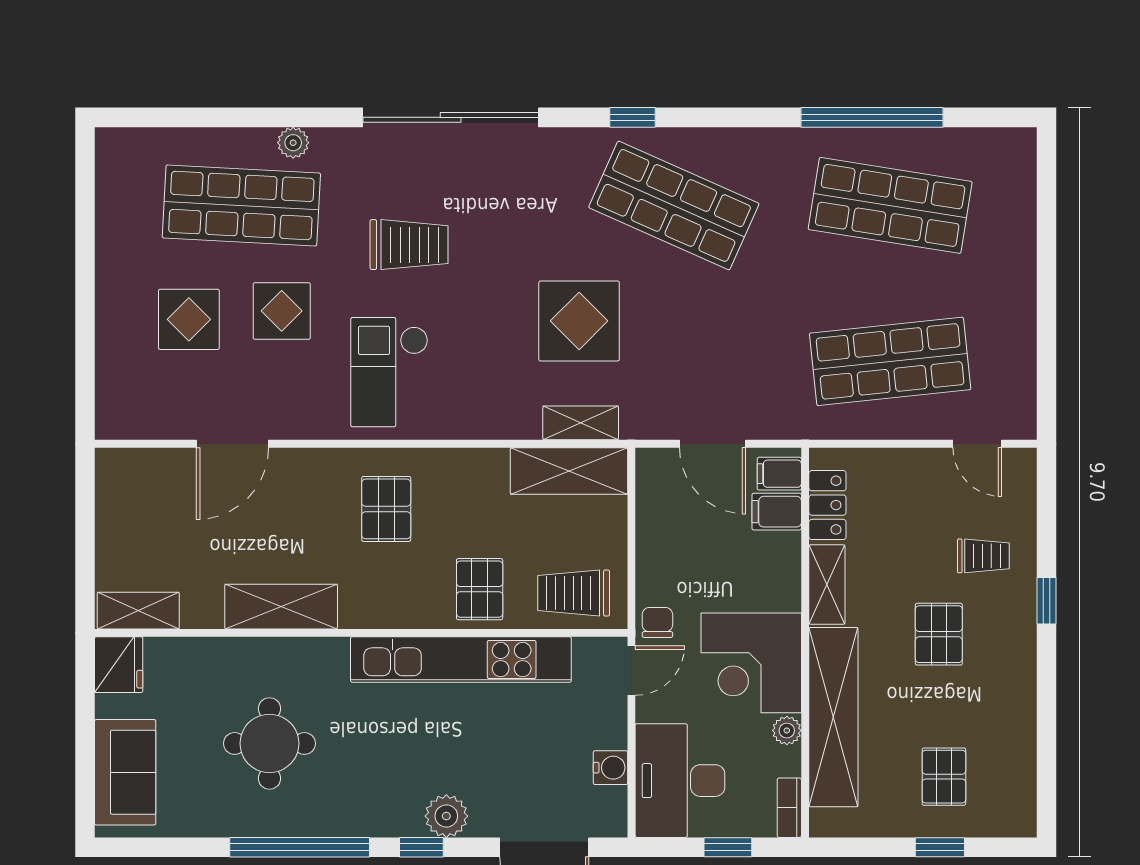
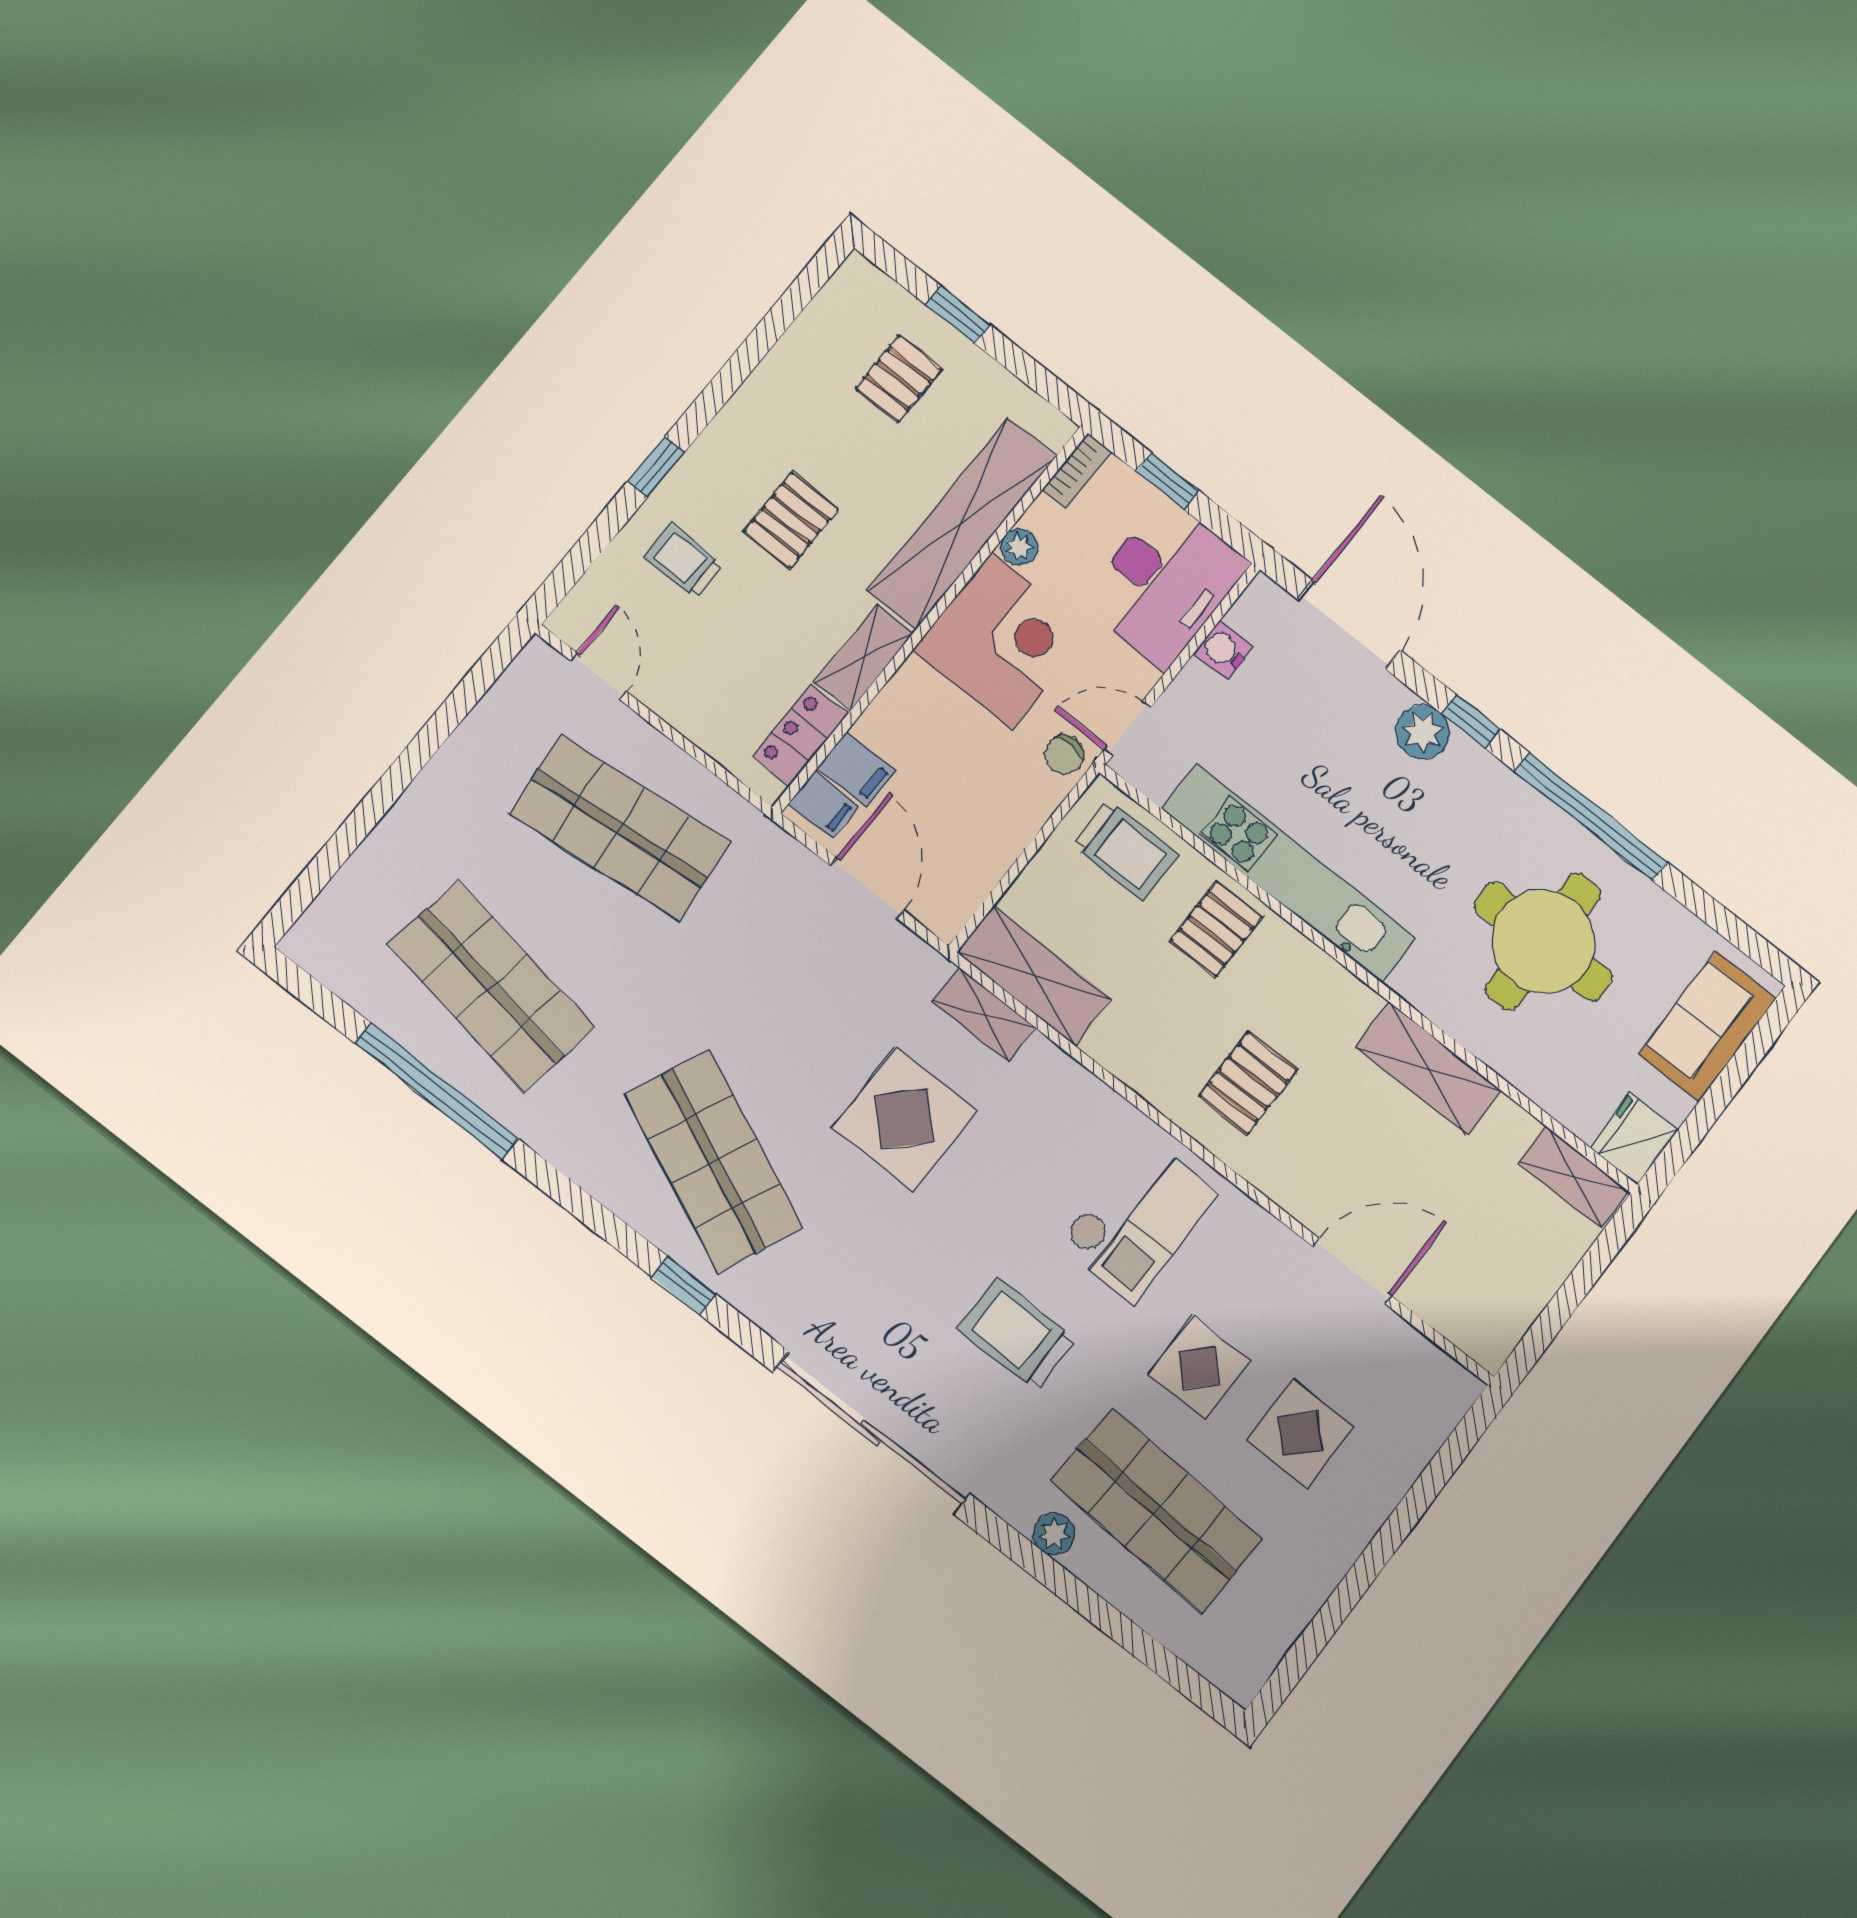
round table: (269, 743) -> (1543, 942), width x1.36, depth x1.36

